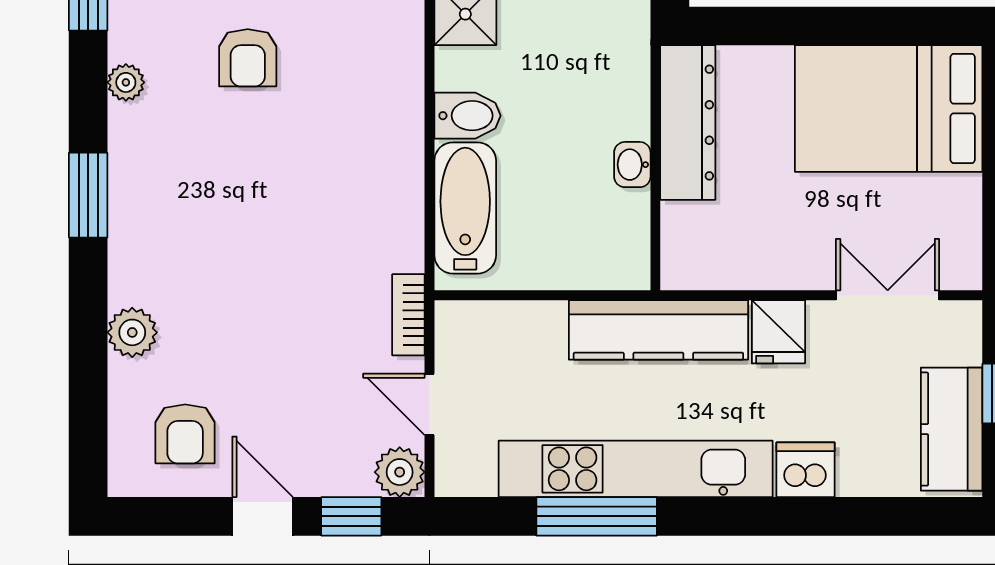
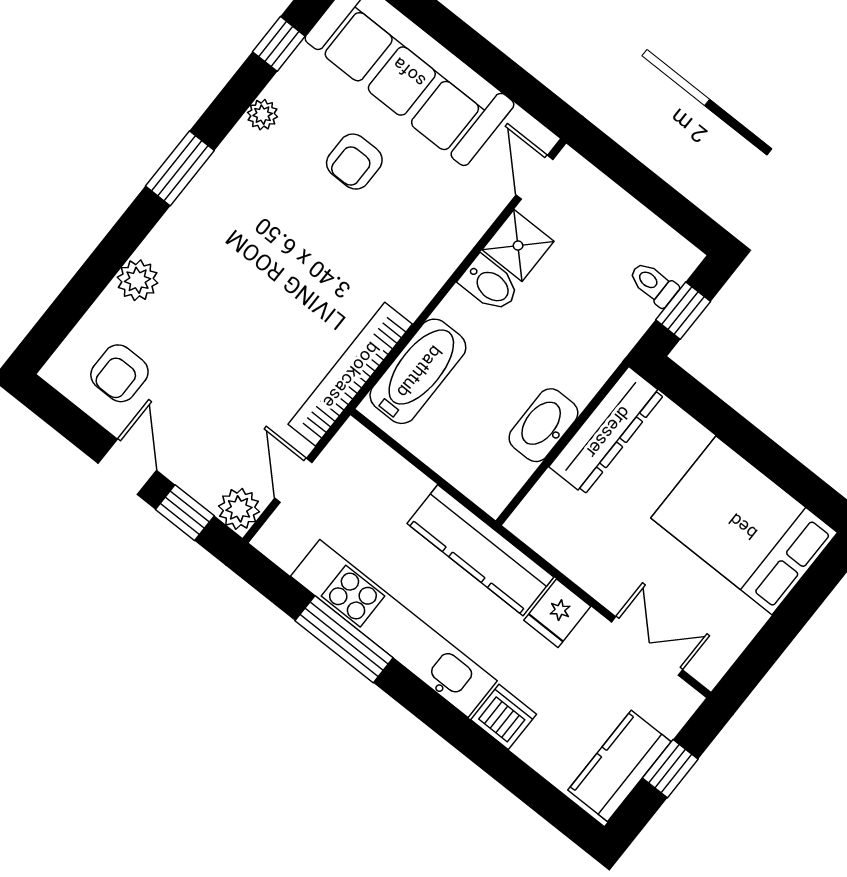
bidet: (467, 116) -> (490, 284), moved
washbasin: (632, 165) -> (543, 425), width x1.91, depth x1.45
bookcase: (408, 315) -> (350, 374), width x2.31, depth x1.31

